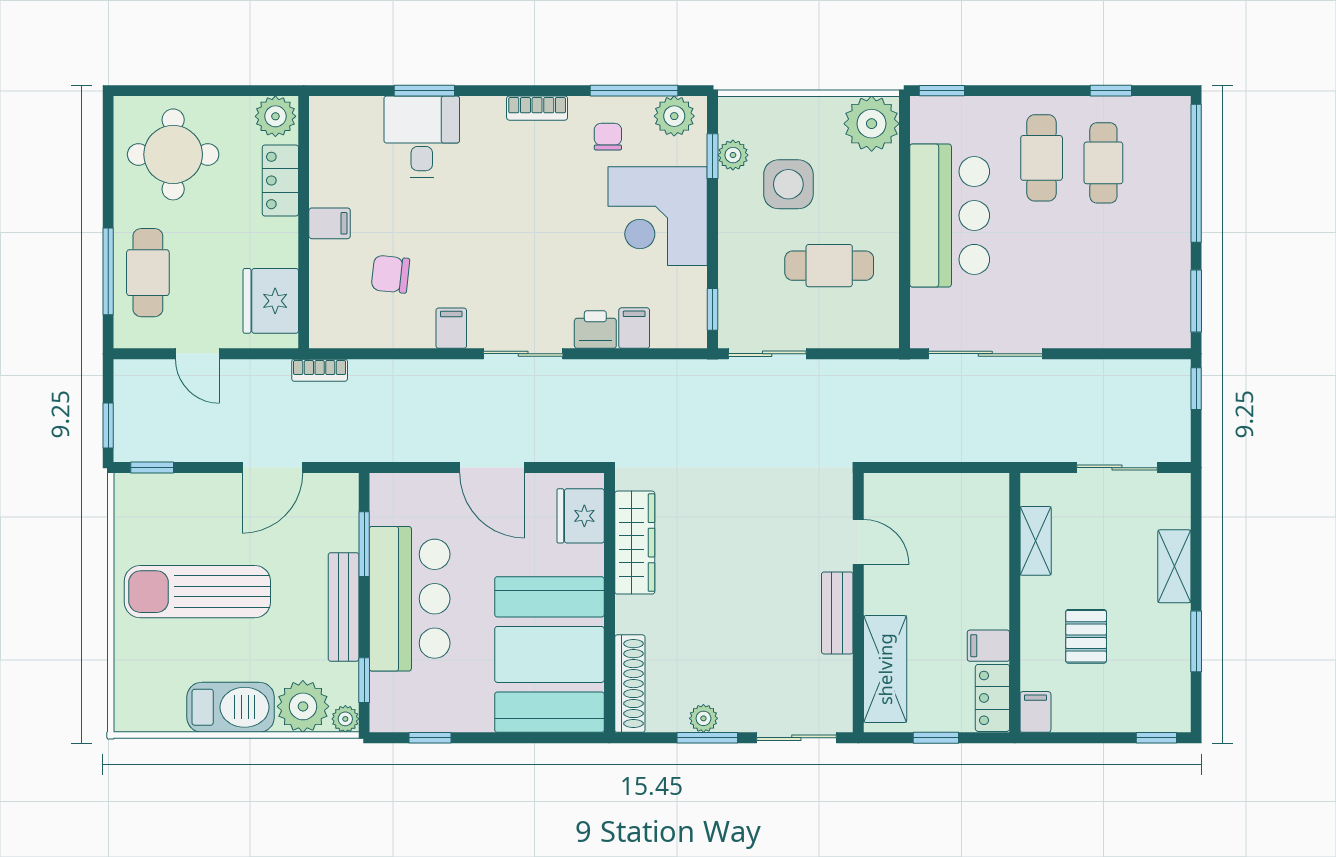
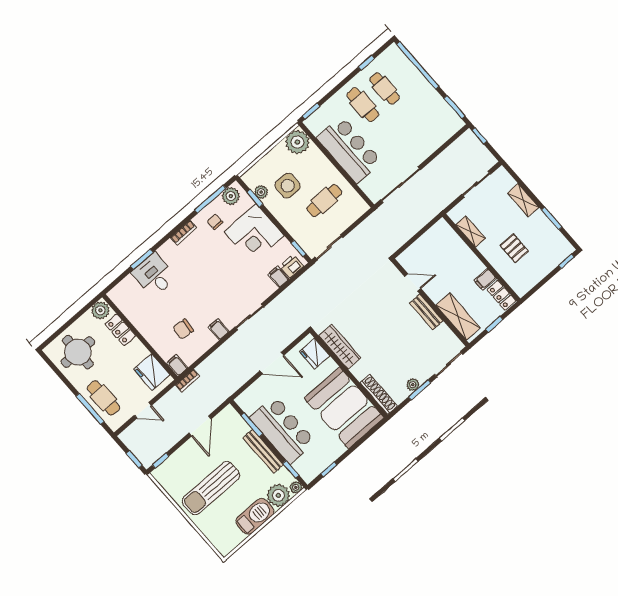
filing cabinet: (330, 223) -> (177, 365), moved, turned -90
printer: (595, 330) -> (291, 266), moved
filing cabinet: (1035, 712) -> (519, 288), removed

